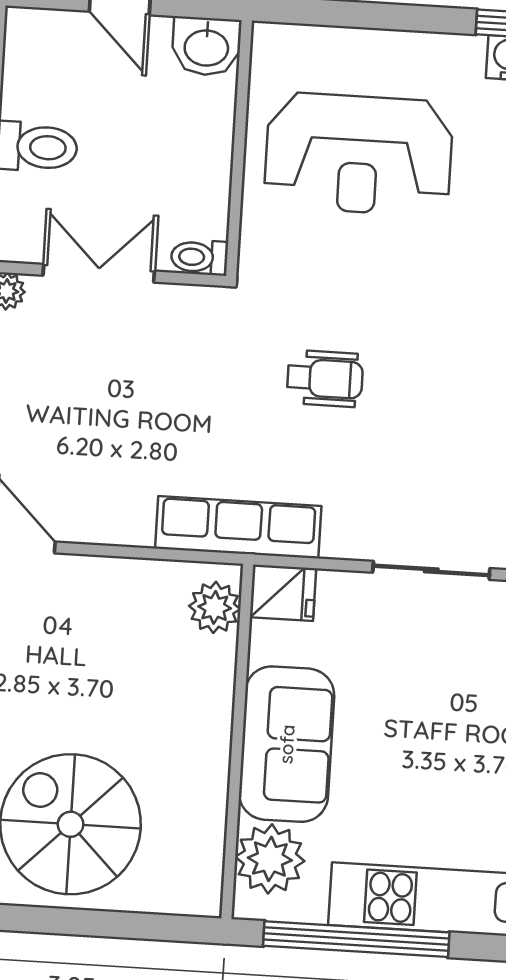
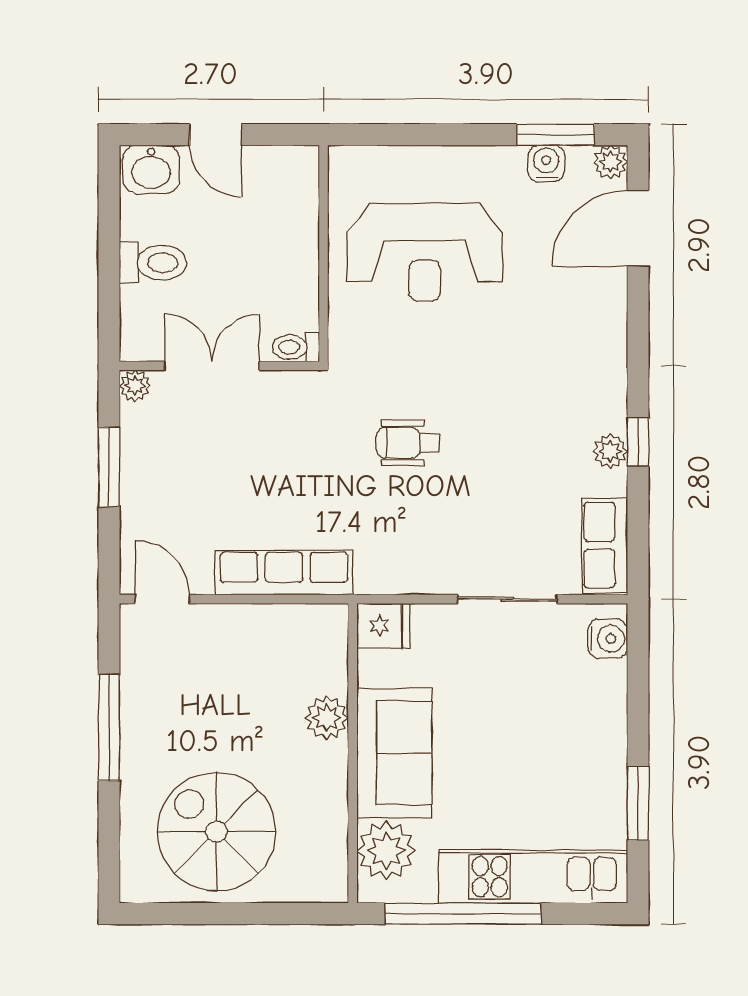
washbasin: (206, 46) -> (151, 169), moved
wheelchair: (325, 378) -> (408, 443), turned 180
row of seats: (238, 527) -> (284, 573), moved
plant: (215, 607) -> (327, 718), moved

